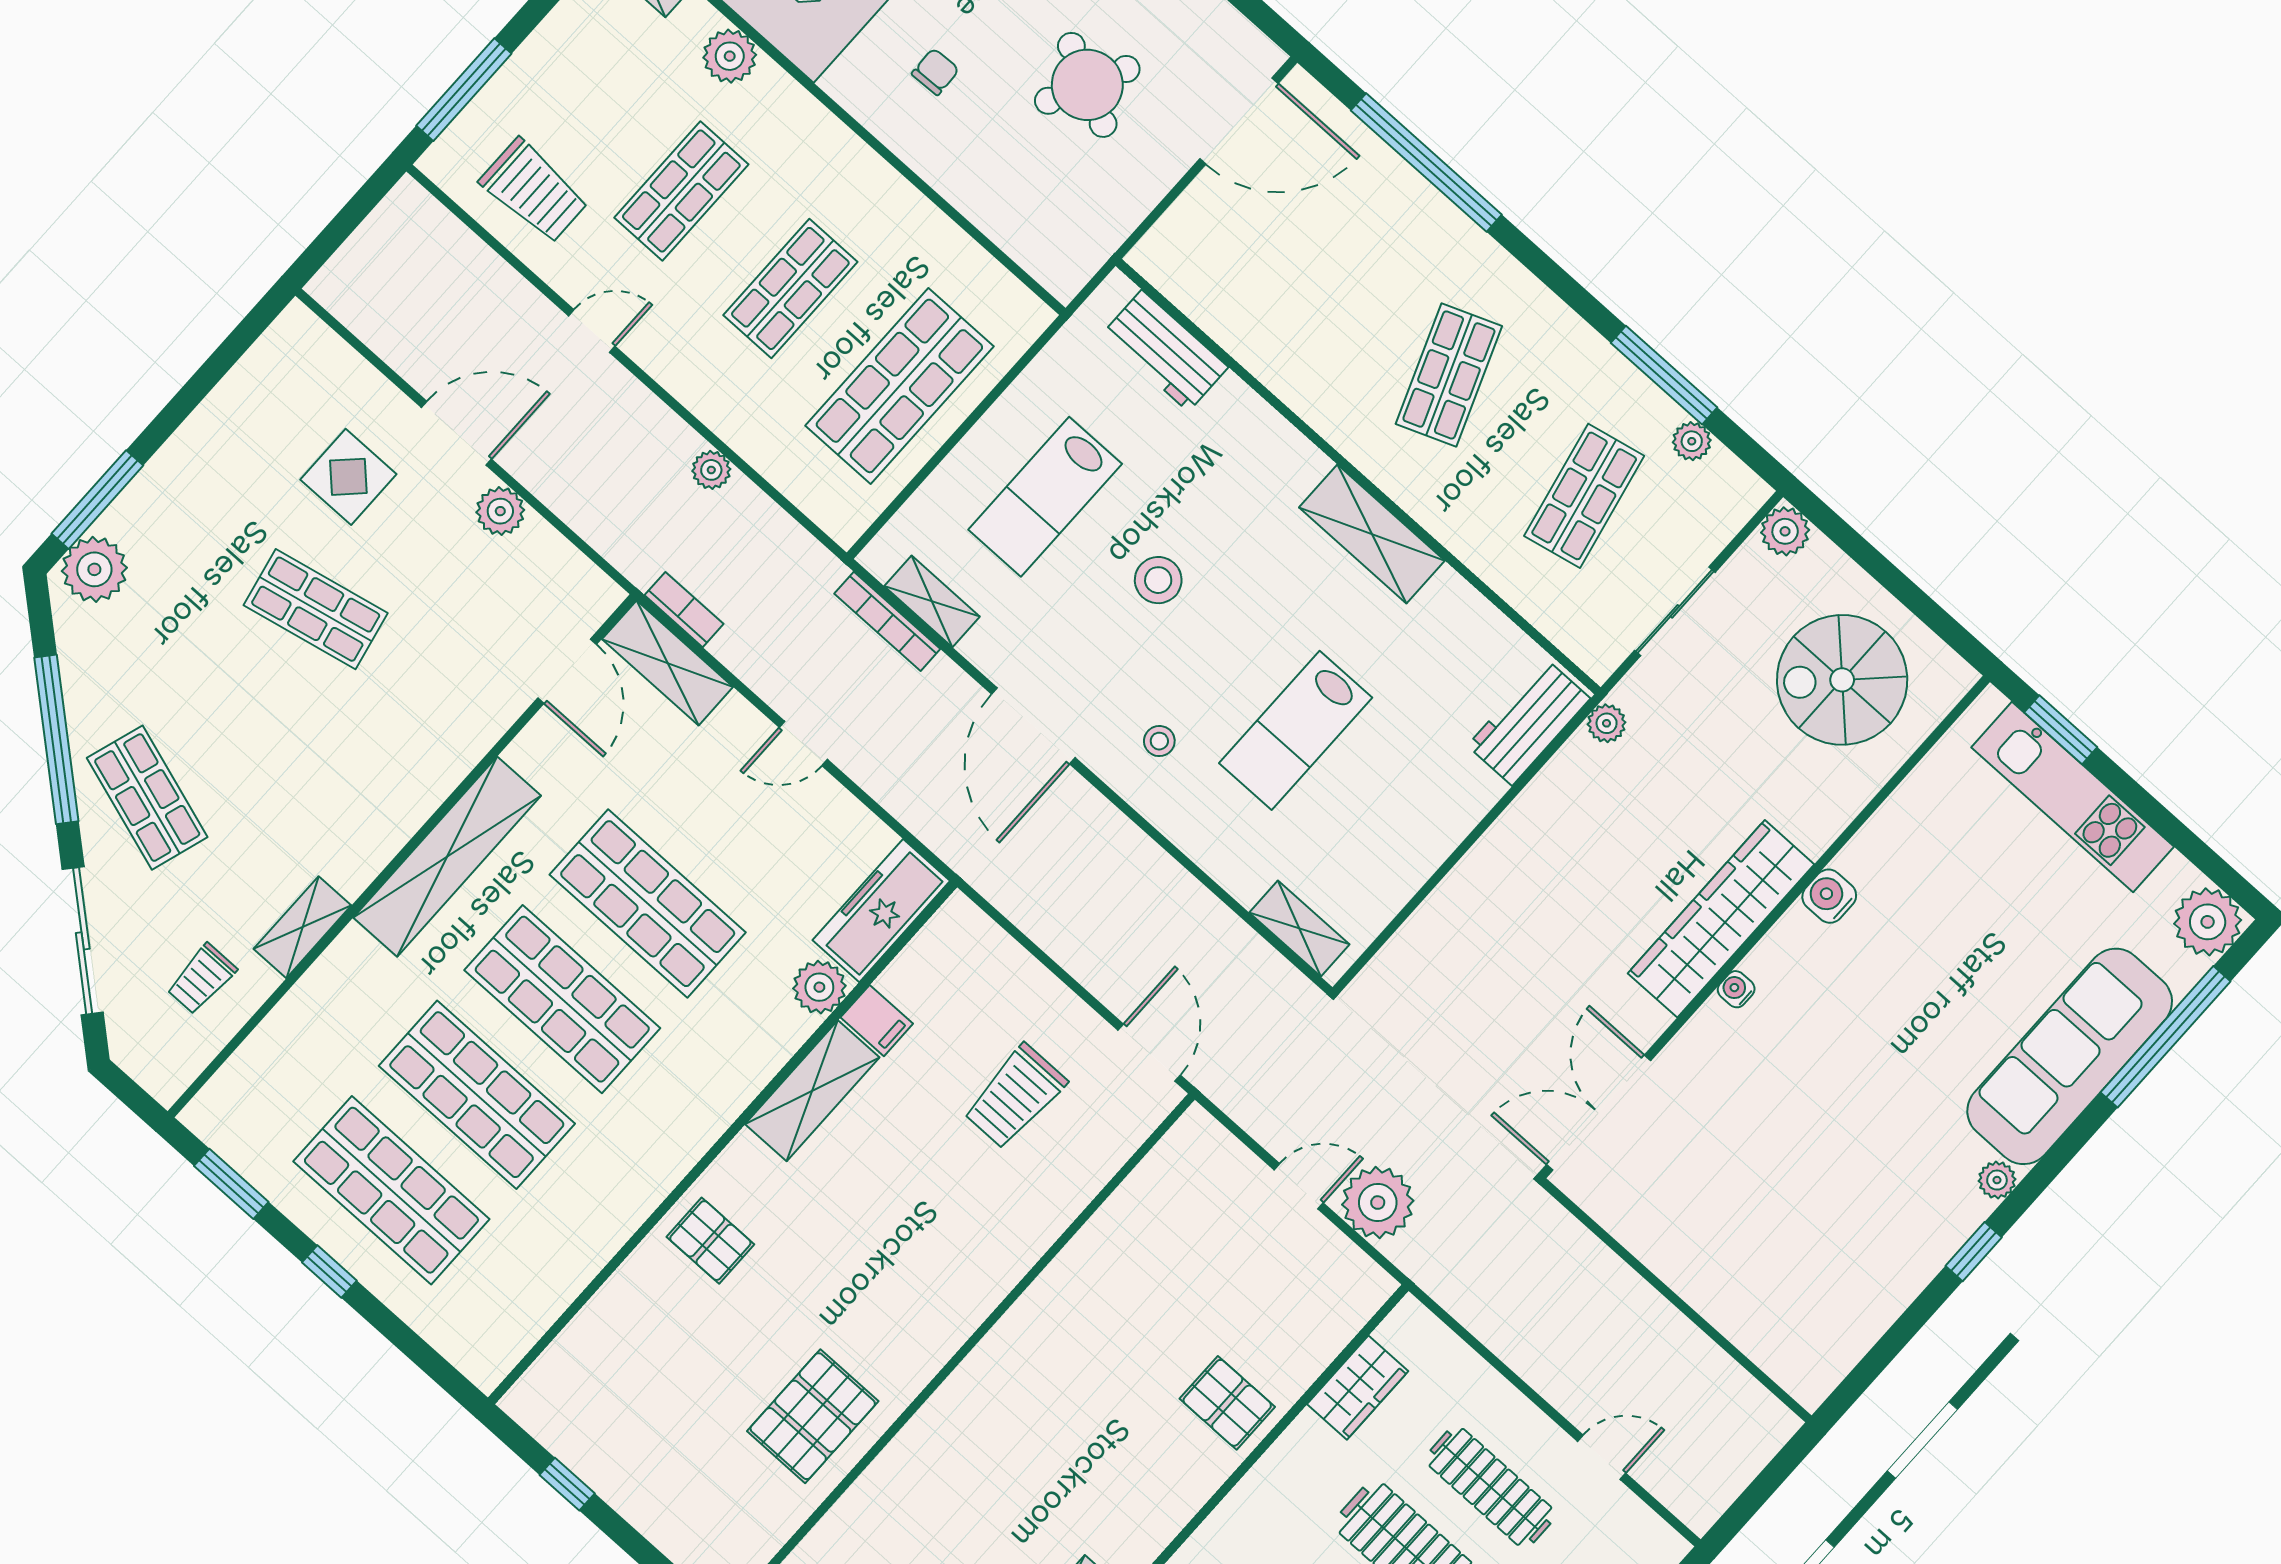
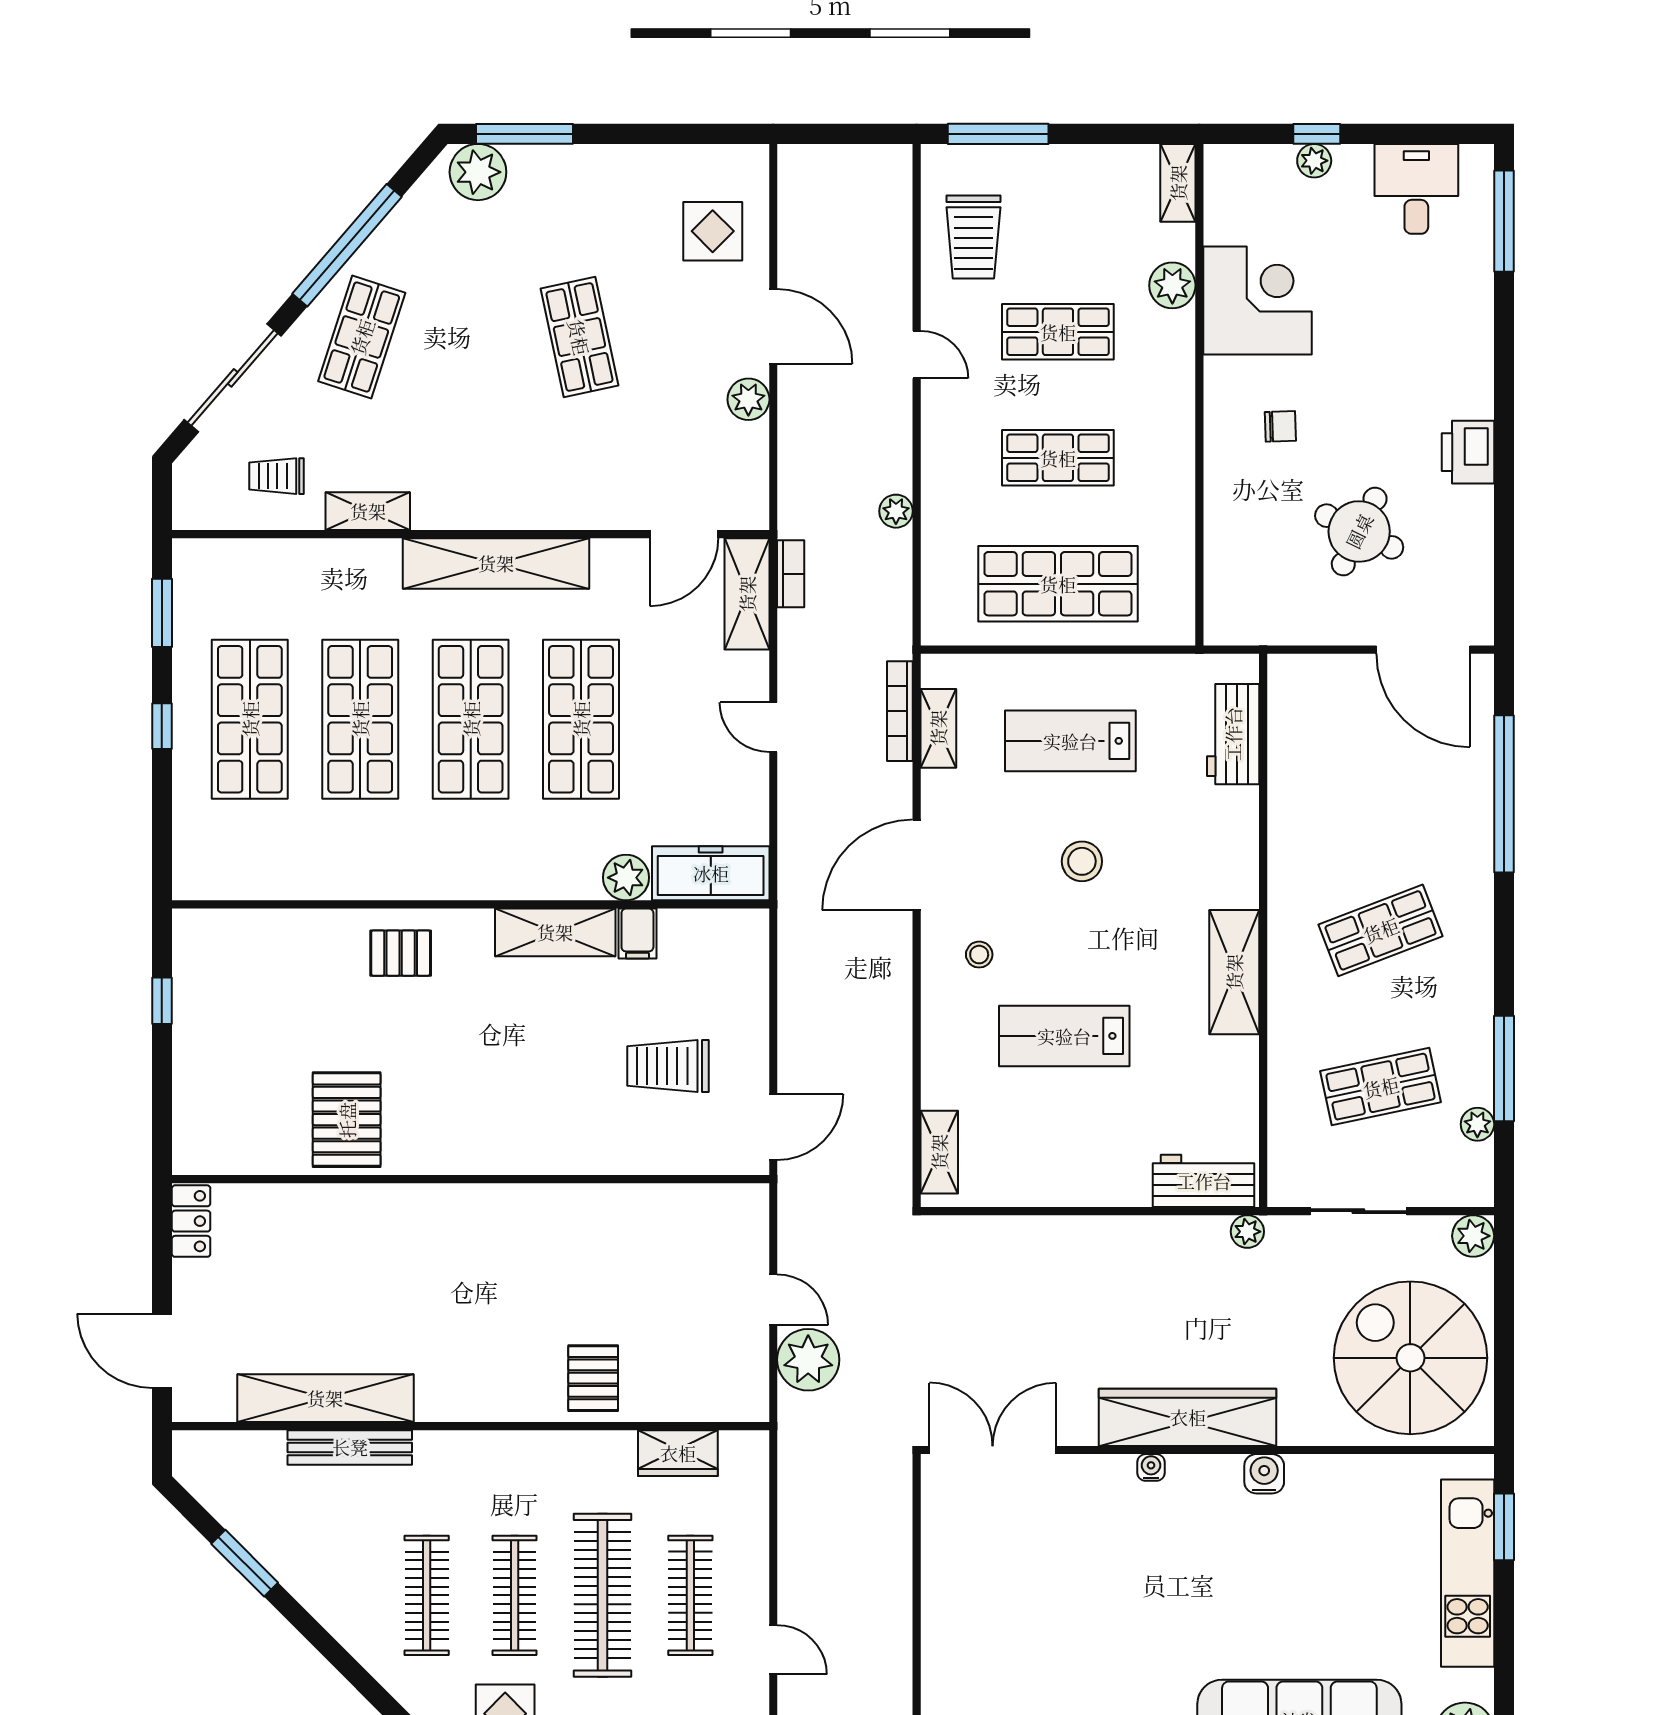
display table: (348, 477) -> (713, 231), moved
spiral stairs: (1842, 680) -> (1410, 1358), width x1.37, depth x1.37
pallet: (710, 1241) -> (401, 953), turned 90
pallet: (813, 1416) -> (347, 1120), turned 90

